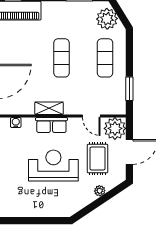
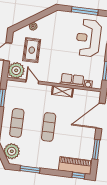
row of seats: (51, 125) -> (72, 80), moved
reception desk: (53, 166) -> (88, 38), moved, turned 90
window: (33, 221) -> (85, 11), added

